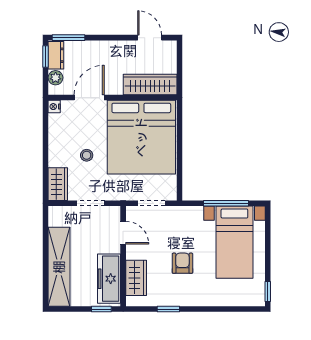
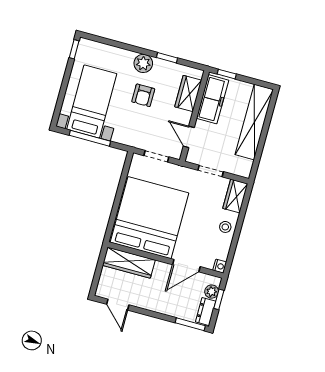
window: (46, 56) -> (219, 299), moved
stool: (87, 155) -> (225, 227), moved
plant: (191, 296) -> (143, 63), added

